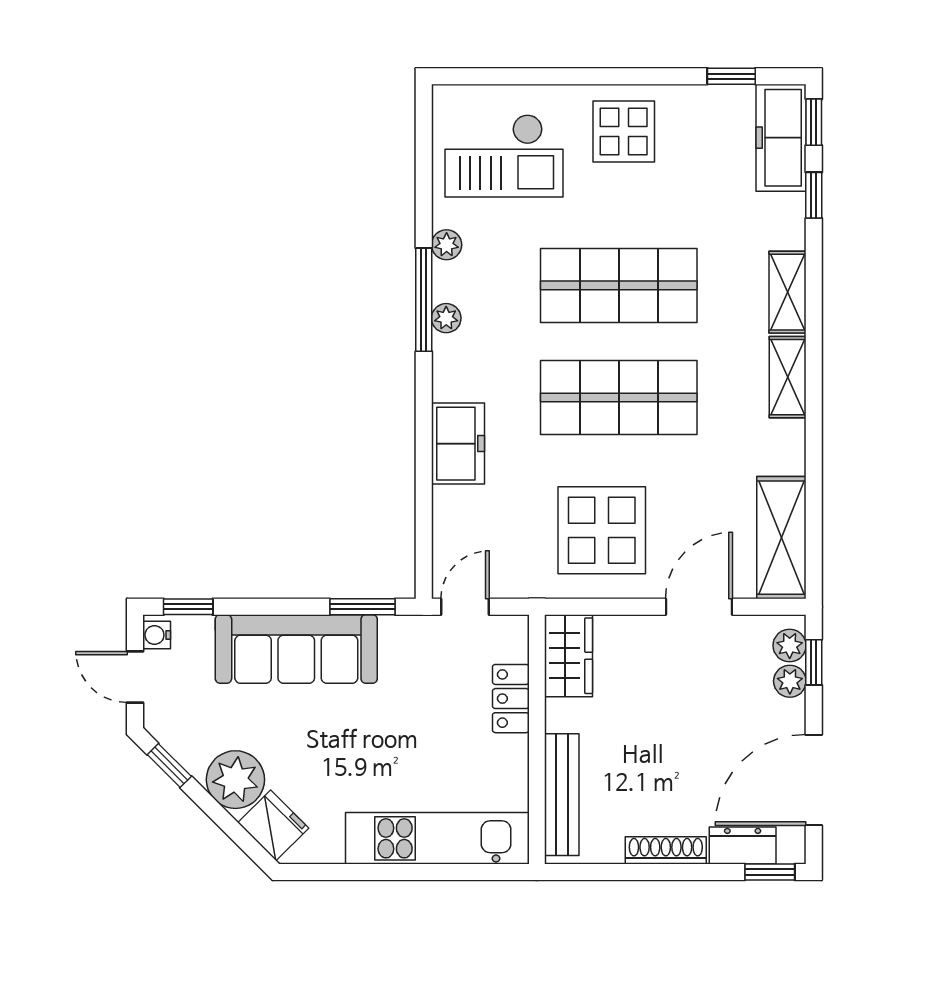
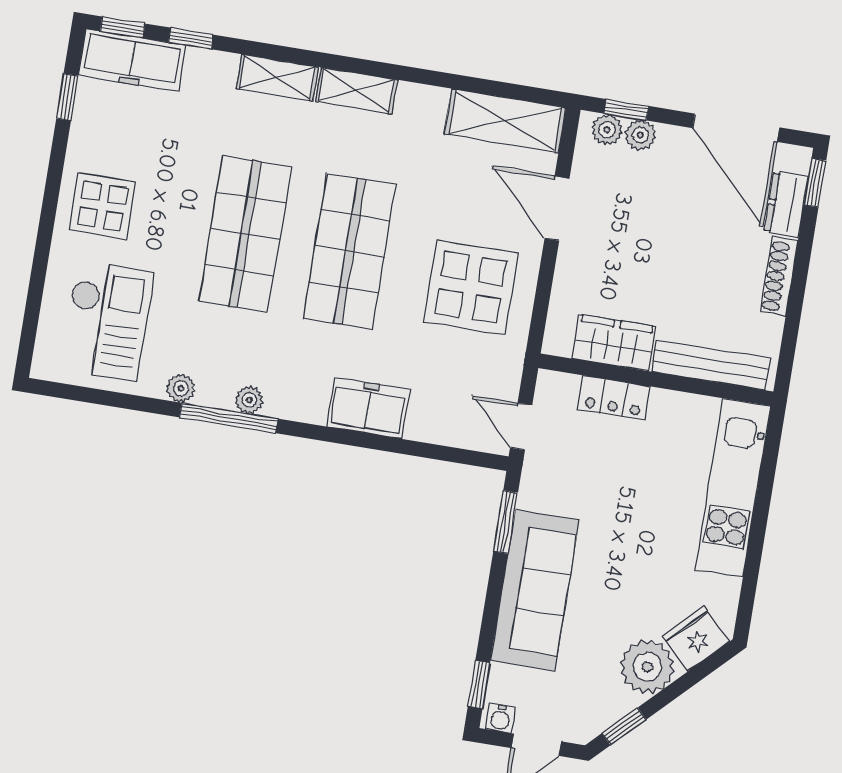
wardrobe: (569, 656) -> (614, 343), moved

